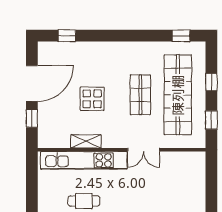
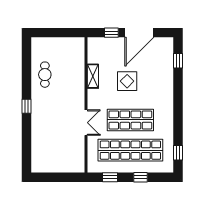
door: (32, 83) -> (139, 33), hinge flipped
shop shelf: (140, 95) -> (130, 120), width x1.43, depth x1.36
double door: (144, 150) -> (86, 123), swing flipped
kitchen unit: (84, 160) -> (77, 74), removed

